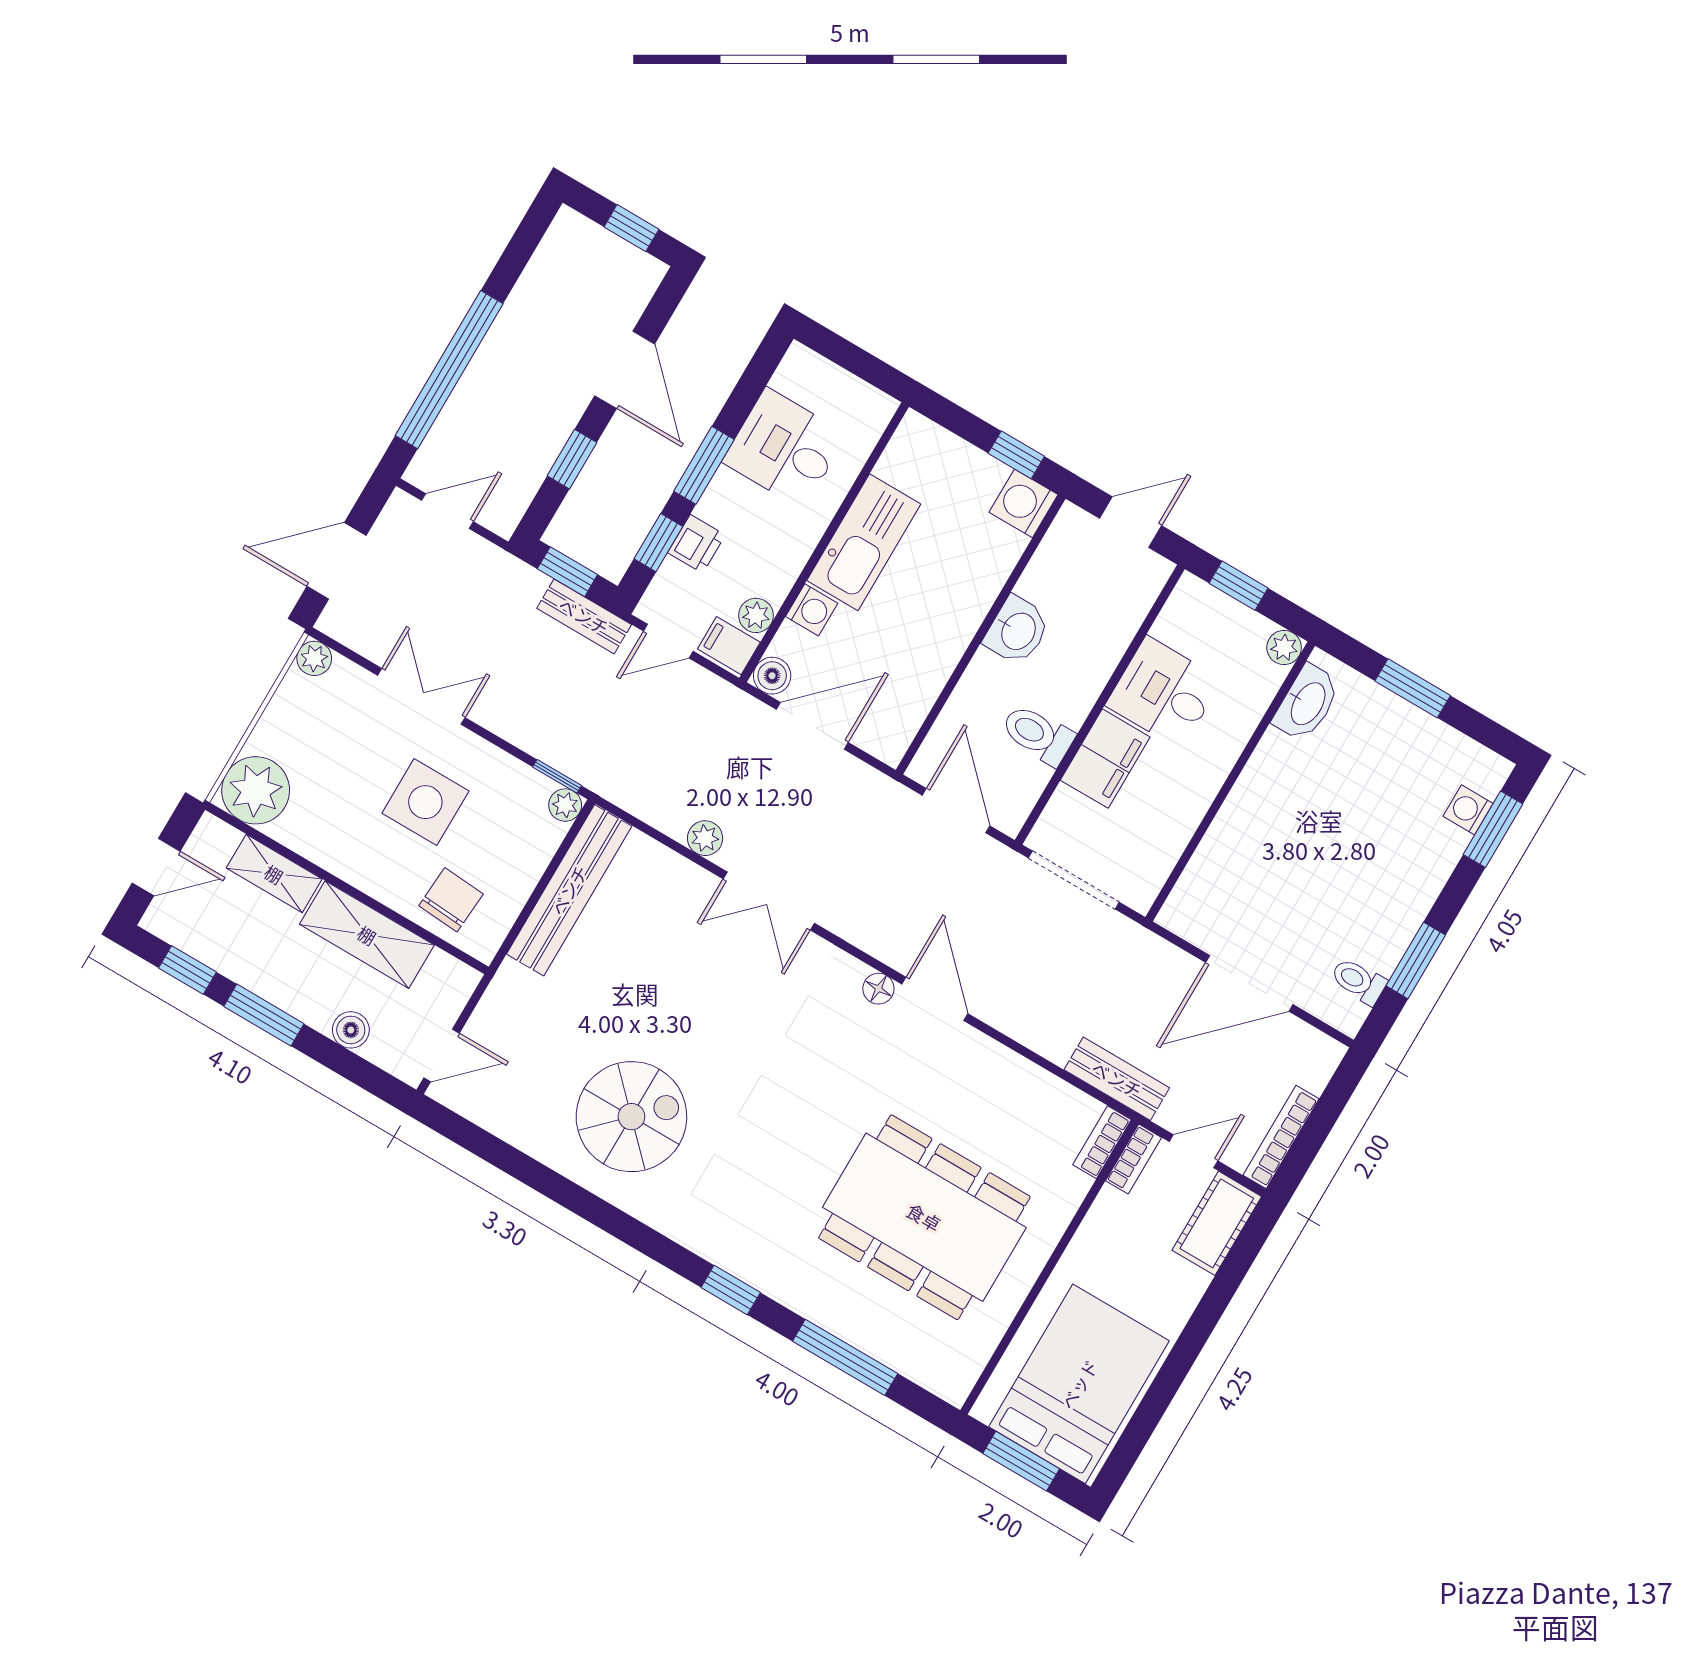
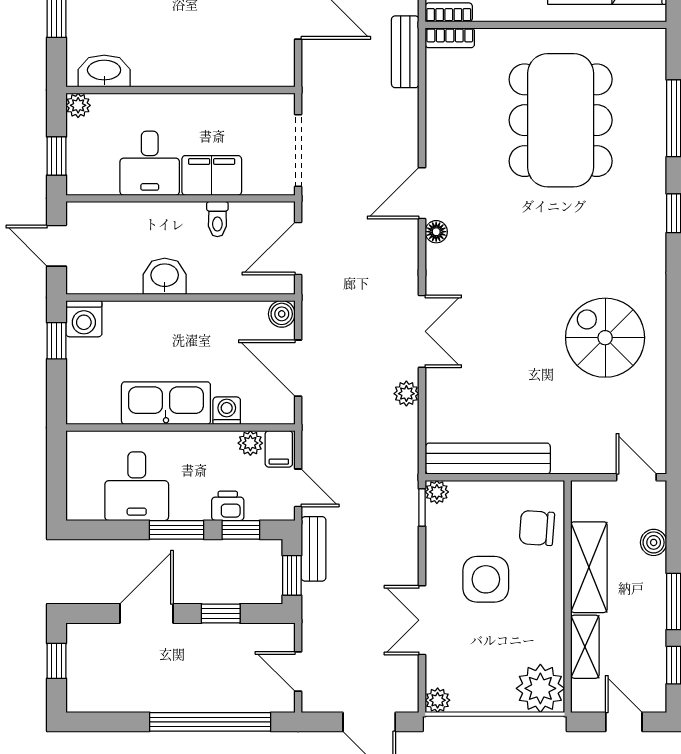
boiler: (772, 676) -> (282, 314), moved
toilet: (1038, 734) -> (217, 219), width x0.73, depth x0.72

